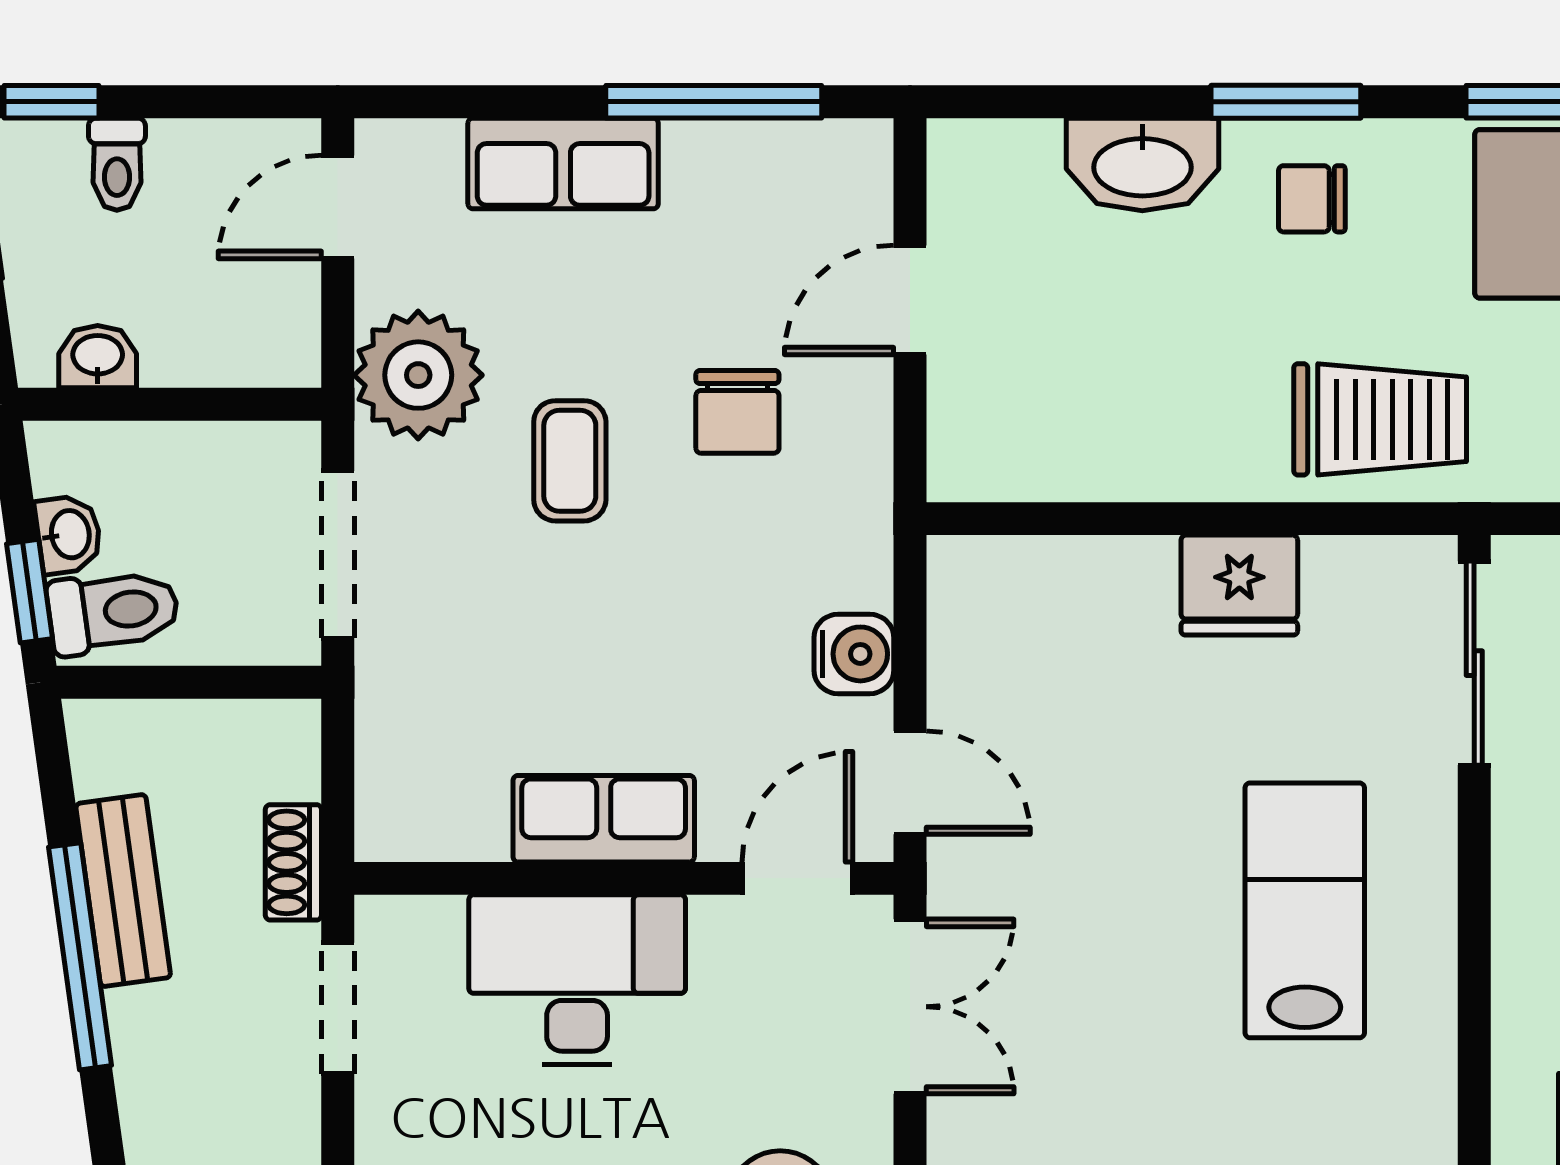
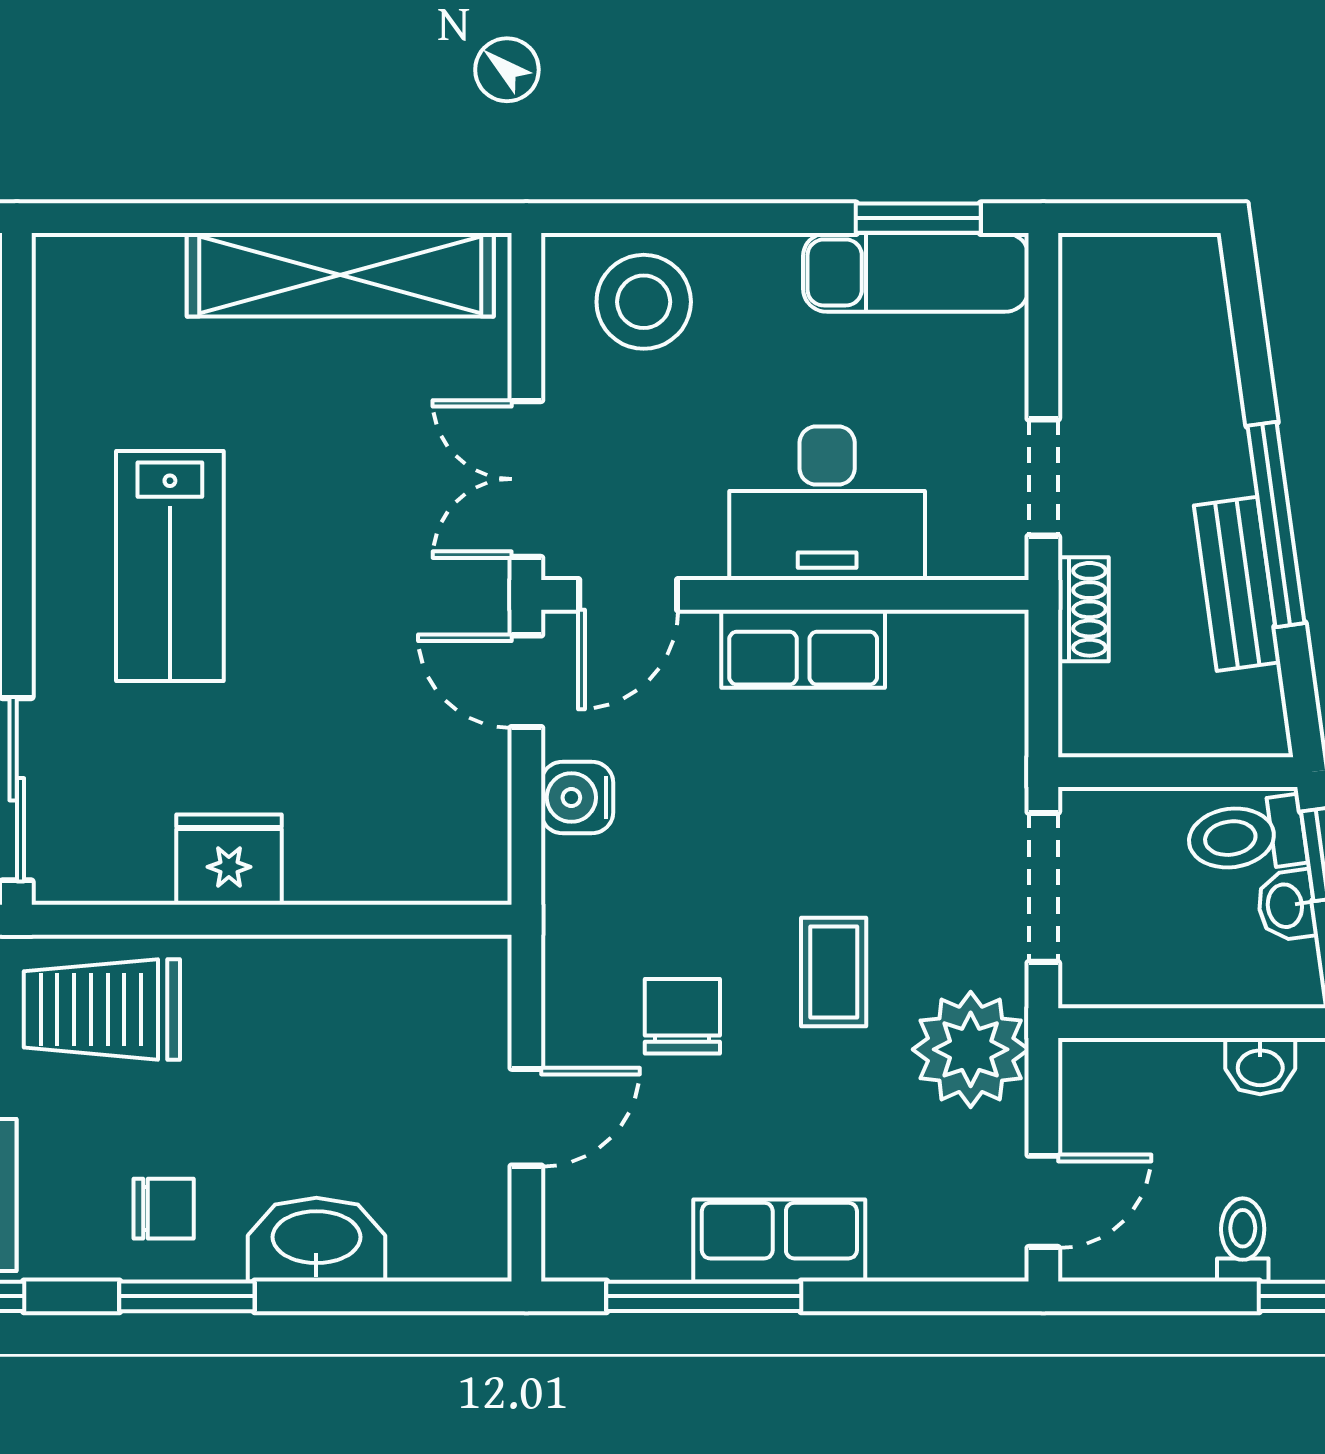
row of seats: (563, 163) -> (779, 1241), moved

